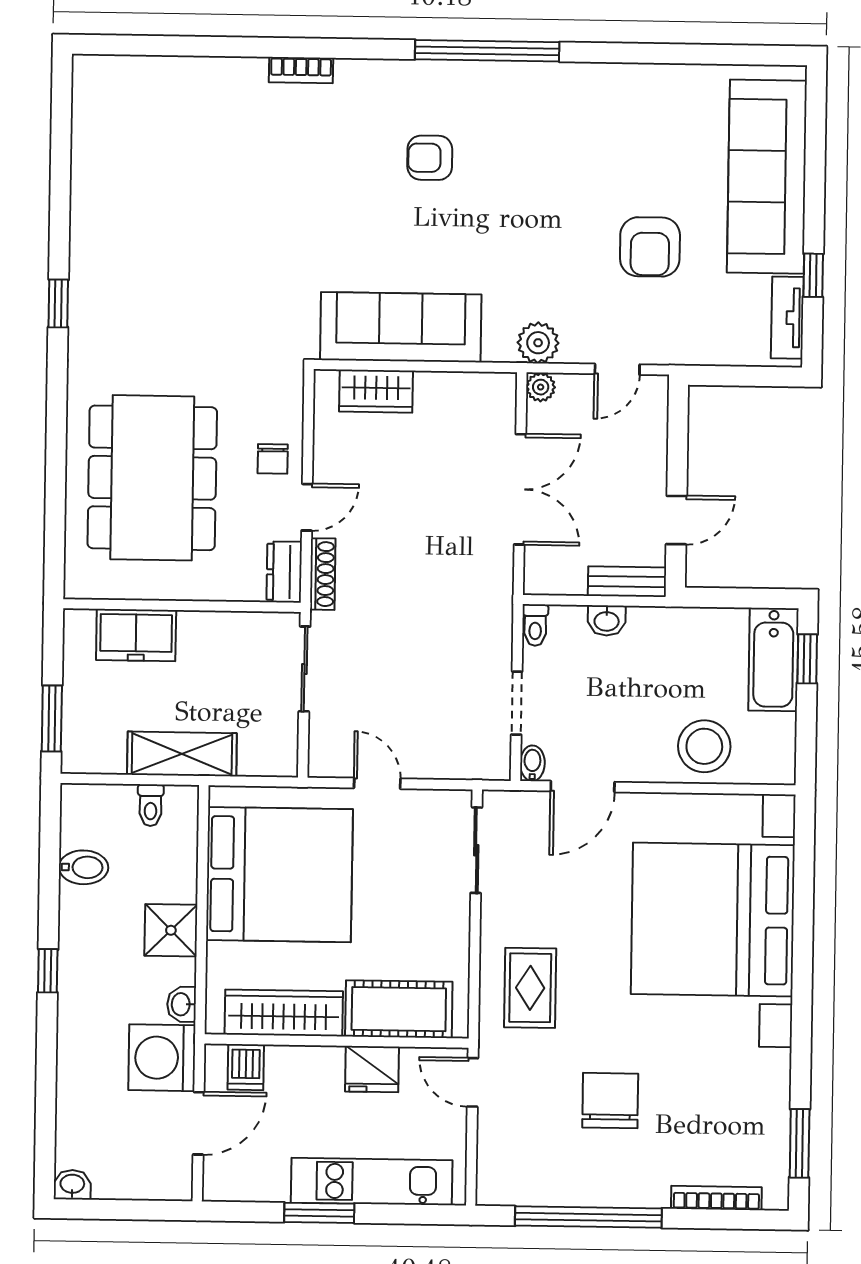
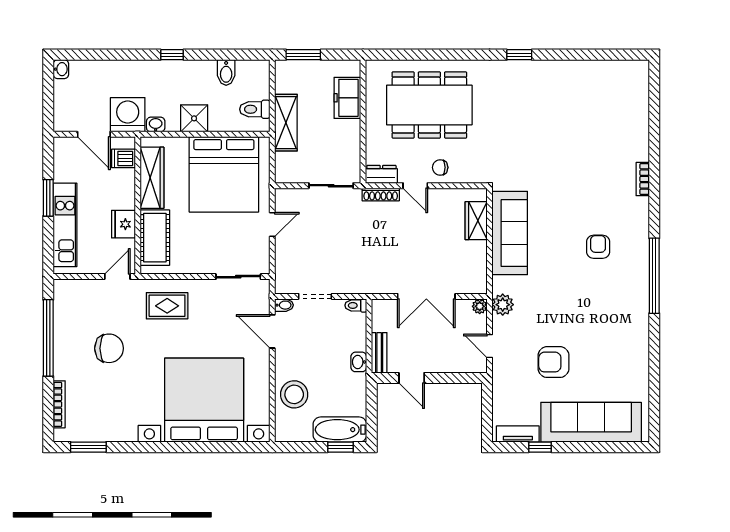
washbasin: (607, 621) -> (359, 362), moved
toilet: (151, 805) -> (255, 109), width x1.37, depth x1.39

